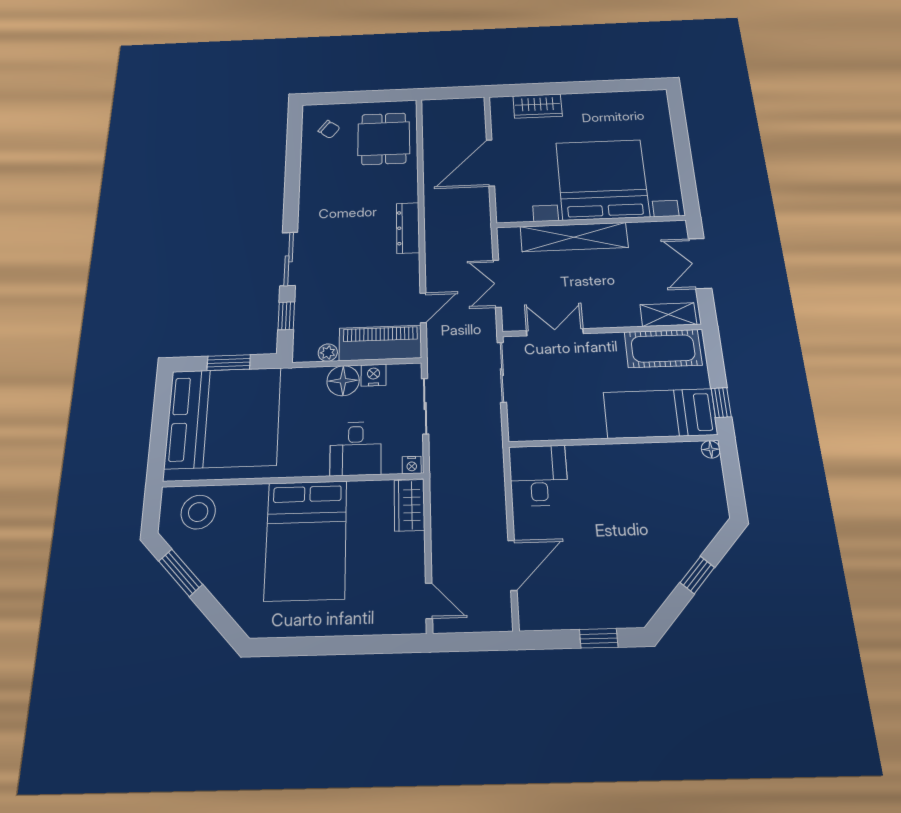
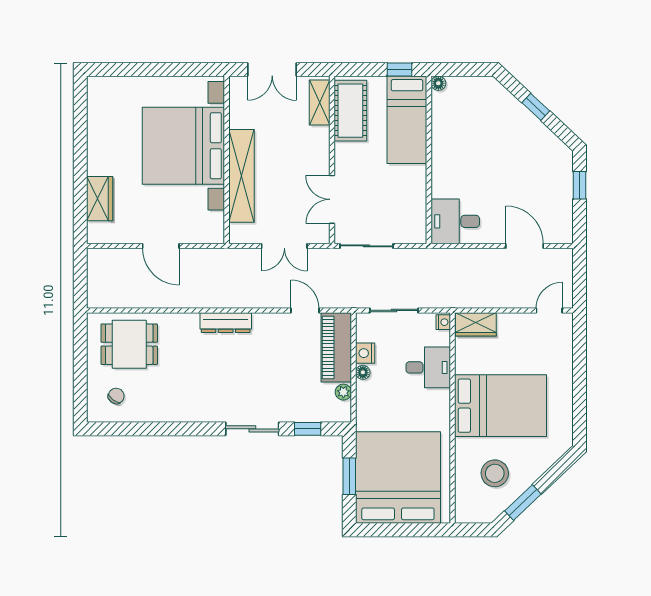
door: (490, 163) -> (161, 246), width x0.73
floor lamp: (343, 381) -> (363, 372), width x0.53, depth x0.53
stool: (198, 512) -> (495, 473), moved

